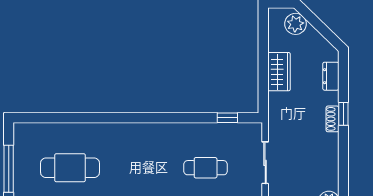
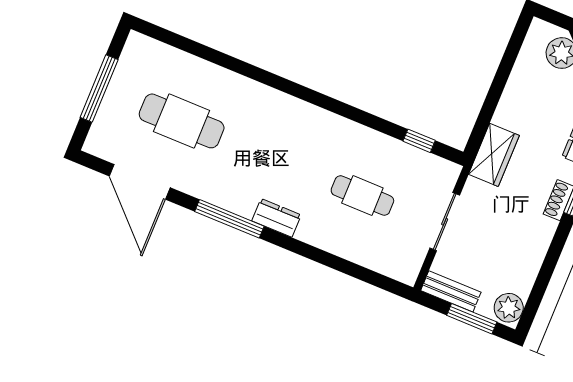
wardrobe: (279, 72) -> (494, 155), moved

